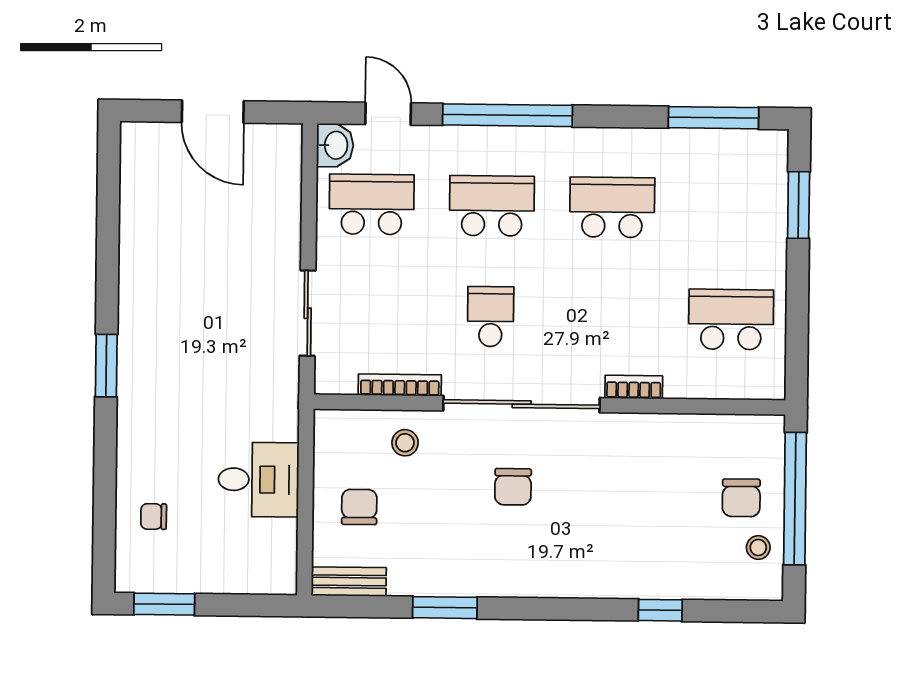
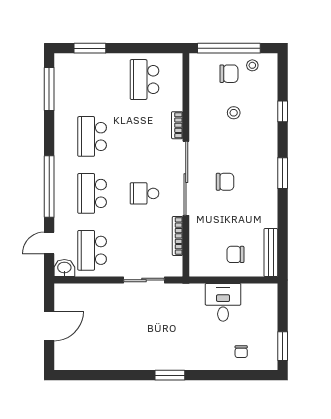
stool: (405, 443) -> (234, 113), moved
bench: (349, 582) -> (271, 253), width x1.36
window: (445, 608) -> (283, 173), moved

